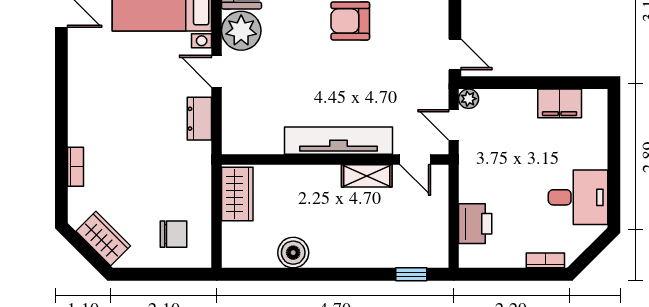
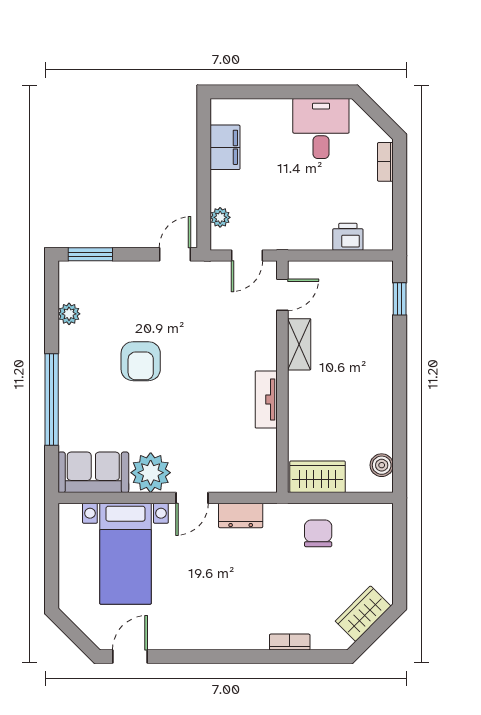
plant: (469, 99) -> (220, 217), moved
tv unit: (339, 141) -> (266, 400), width x0.52, depth x0.78
printer: (475, 224) -> (348, 237), width x0.73, depth x0.81
chair: (174, 234) -> (318, 533), moved
boiler: (293, 253) -> (382, 465), moved, width x0.73, depth x0.73

